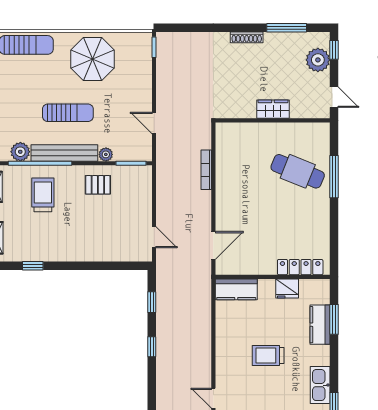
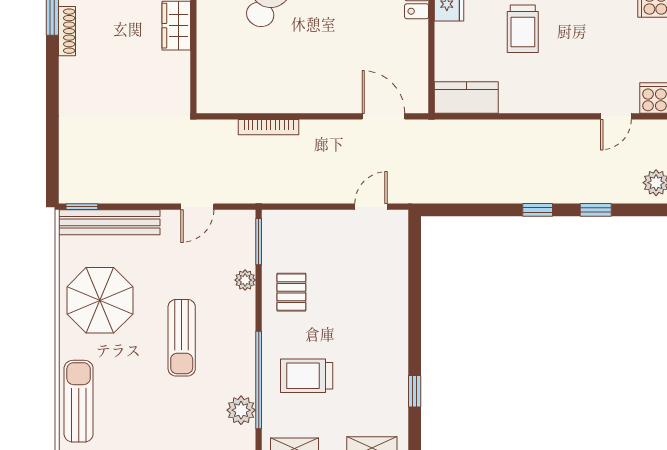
shoe rack: (247, 37) -> (67, 31), moved
sun lounger: (68, 113) -> (182, 338), turned 180
bench: (64, 153) -> (109, 222), moved, turned 90
kitchen counter: (236, 289) -> (466, 98), moved, turned -90
window: (152, 302) -> (596, 210), moved
trolley: (268, 356) -> (523, 29), moved

